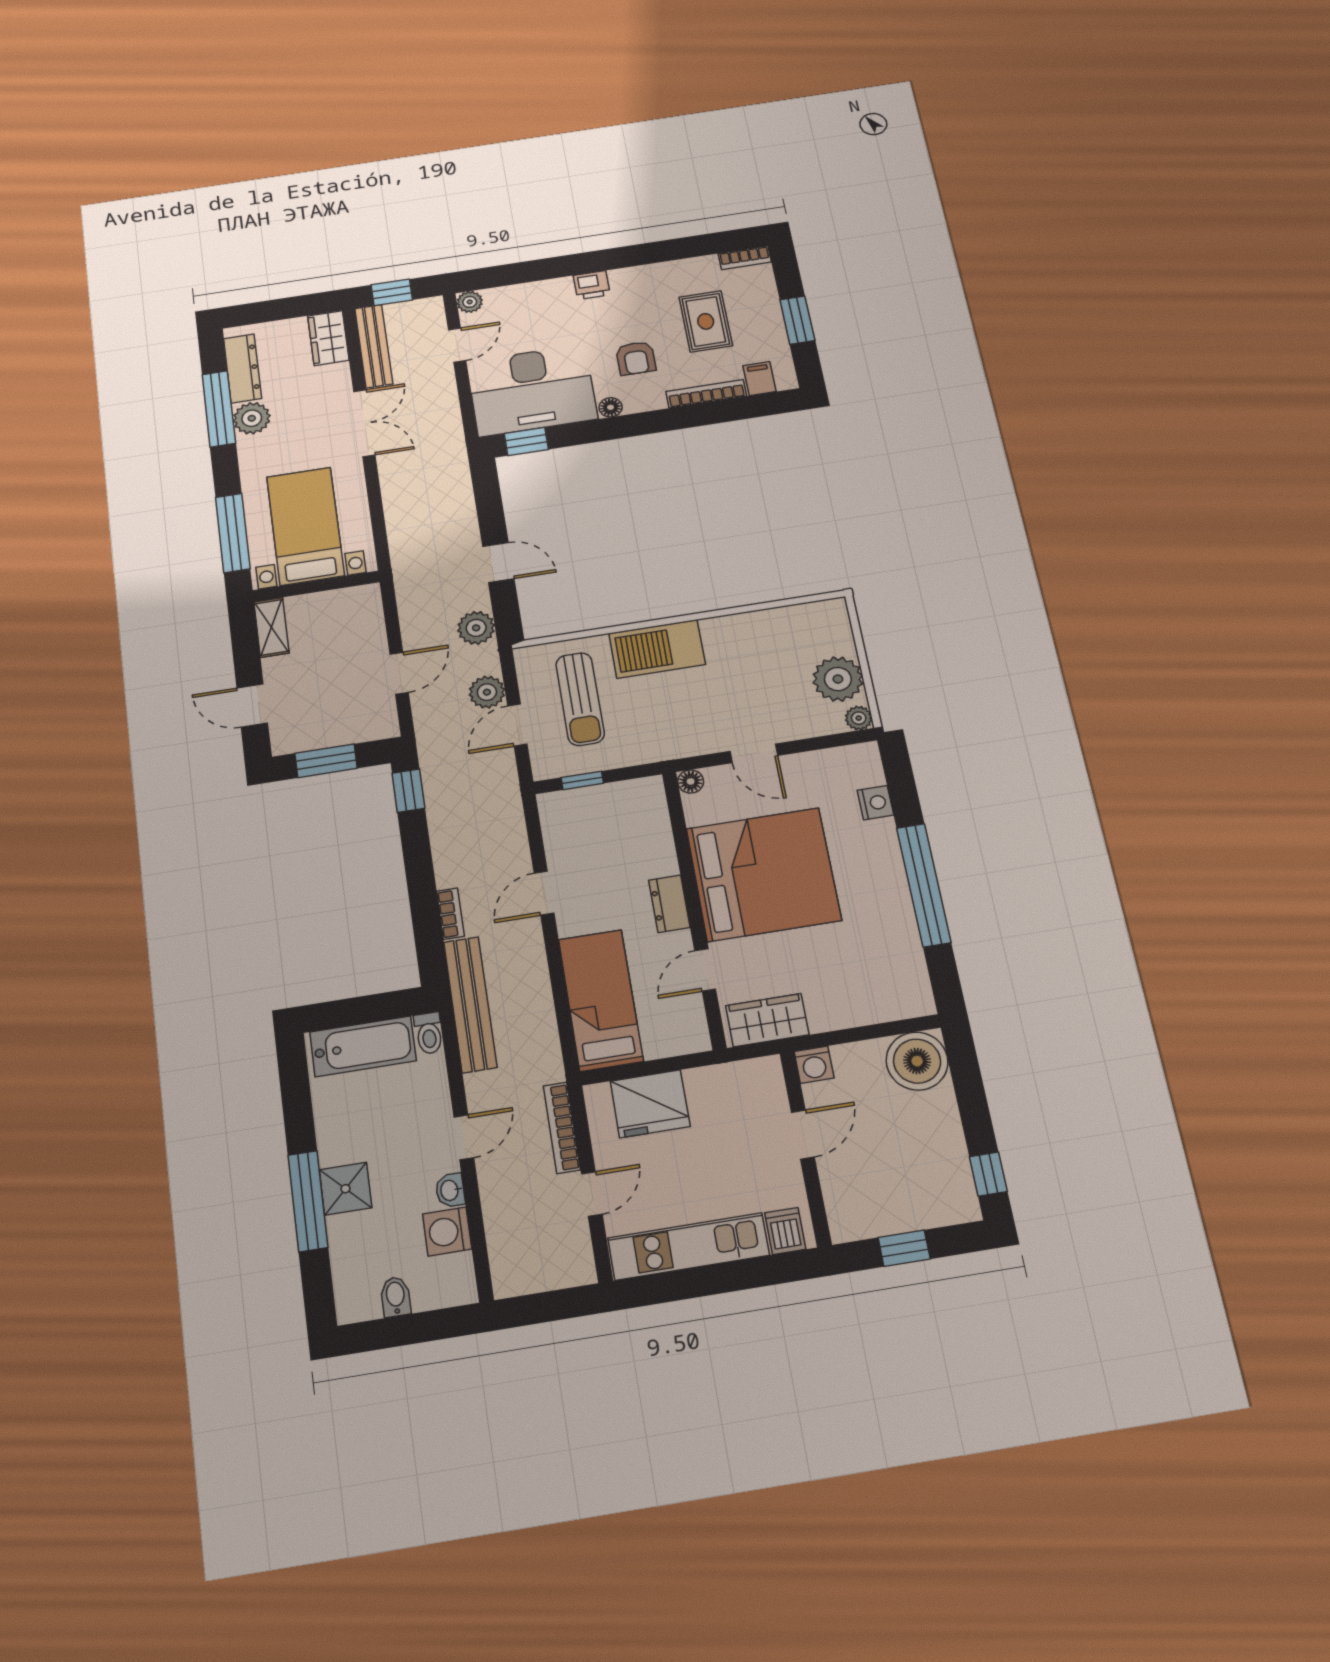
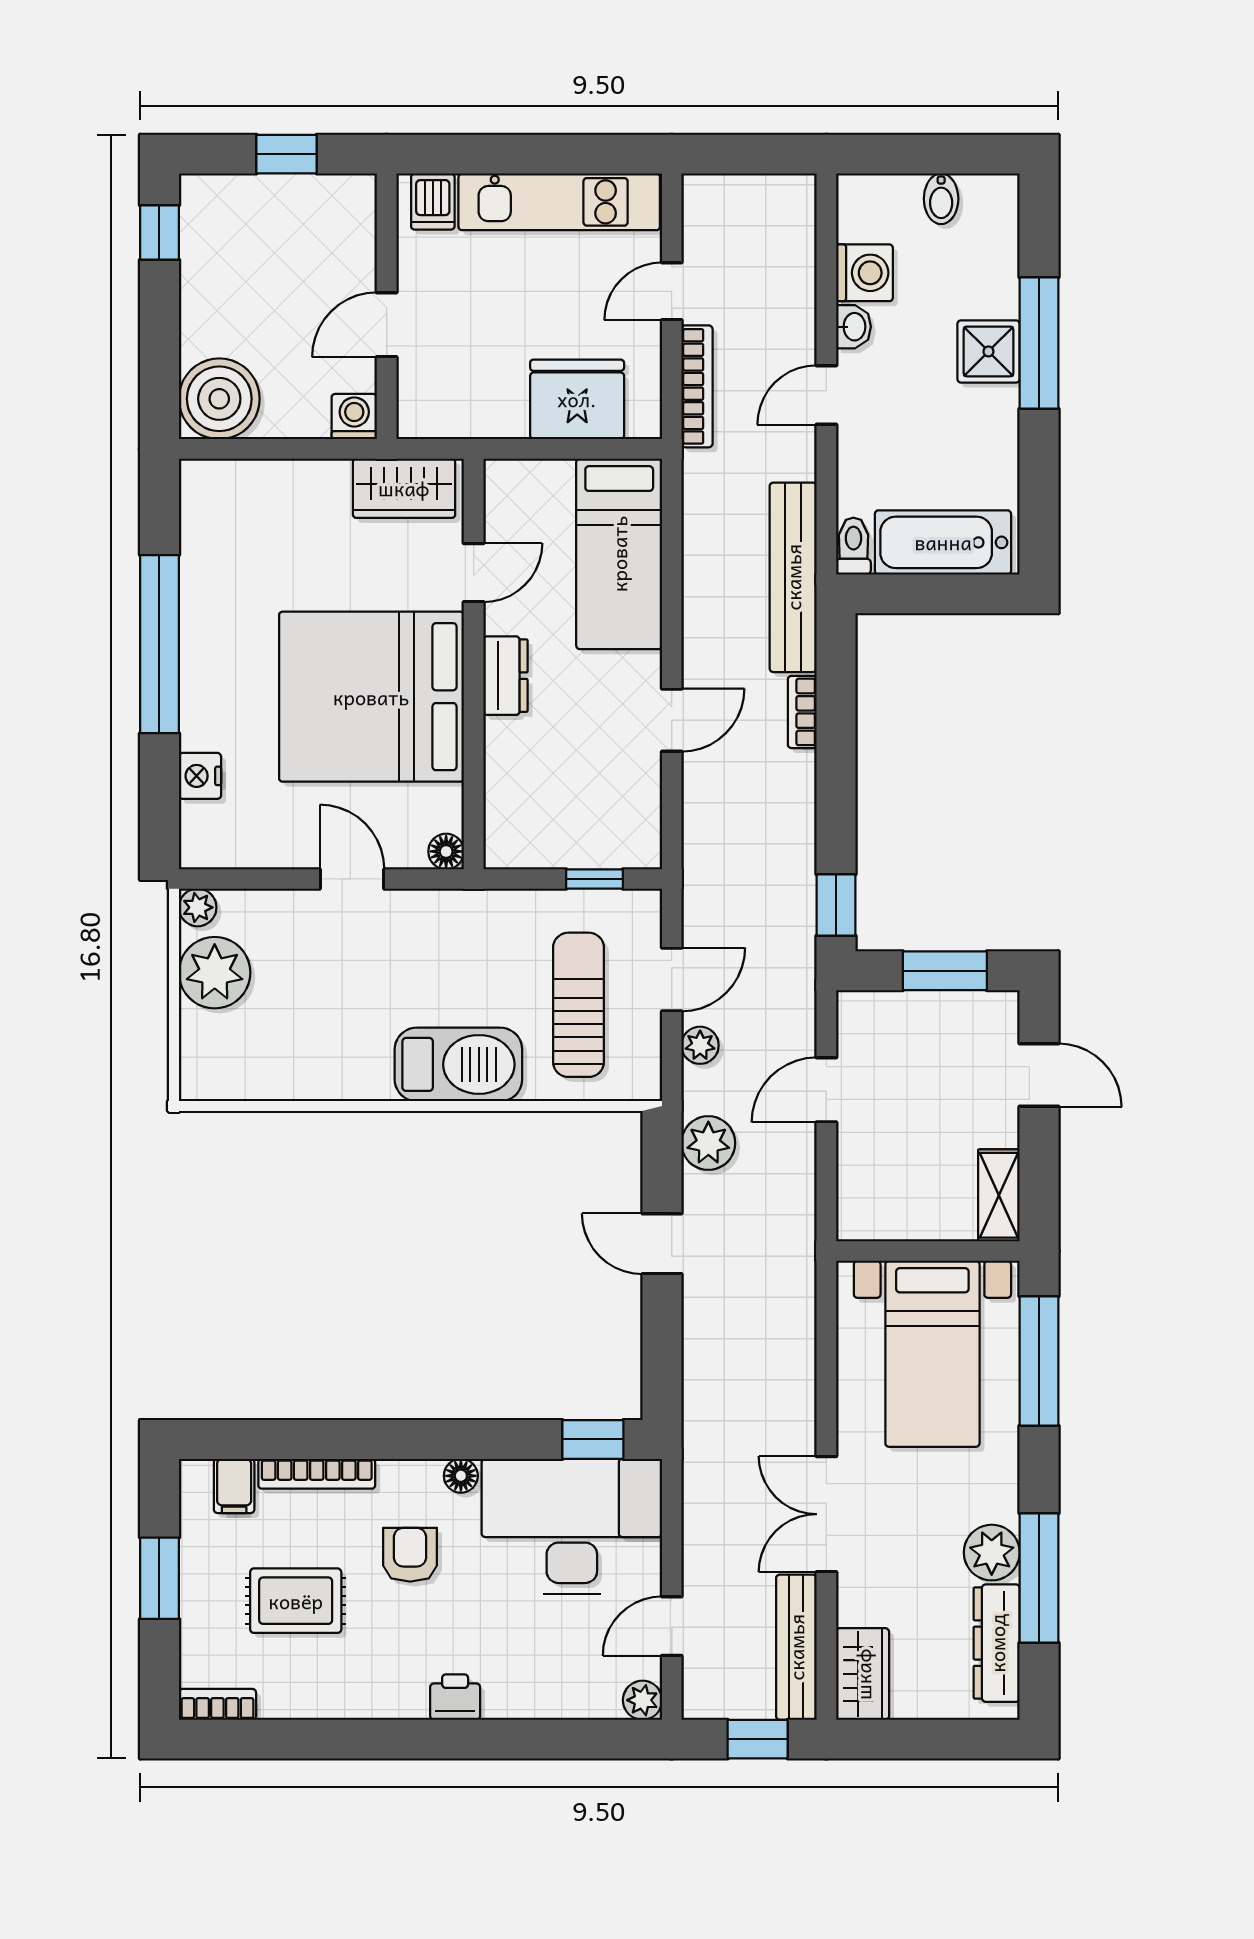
rug: (706, 321) -> (296, 1601), turned 90
plant: (487, 692) -> (700, 1045), width x0.73, depth x0.73

